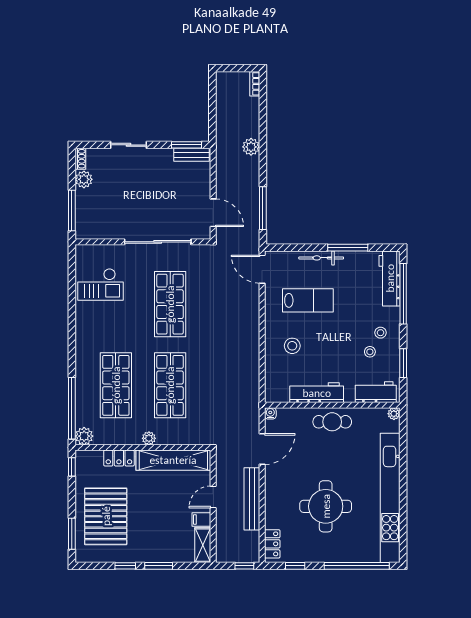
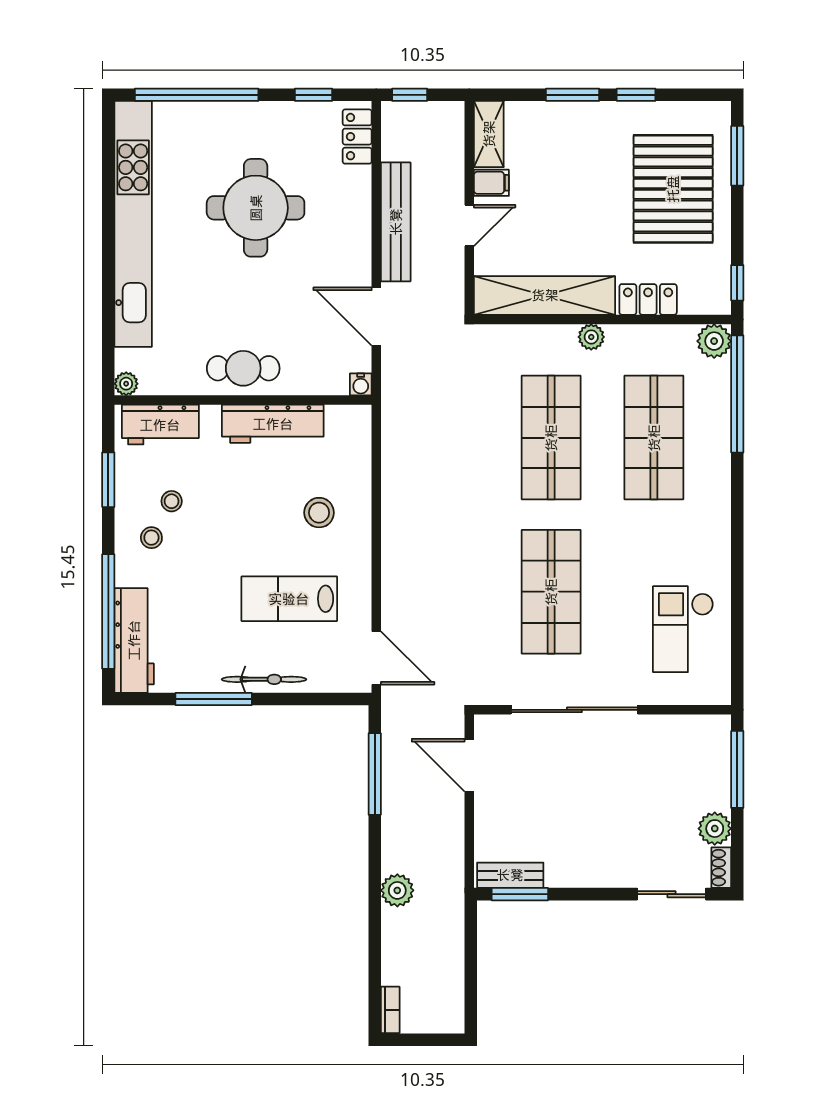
sliding door: (129, 145) -> (671, 894), moved
checkout: (100, 284) -> (683, 629), turned -90
door: (262, 449) -> (376, 317), hinge flipped

